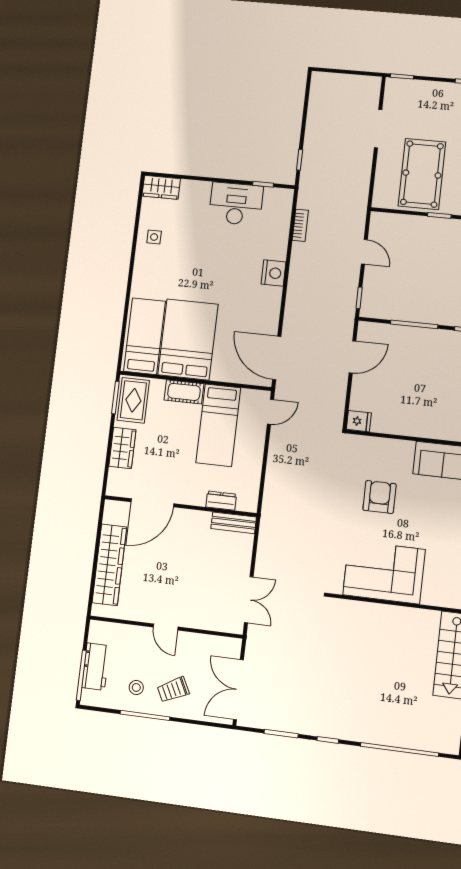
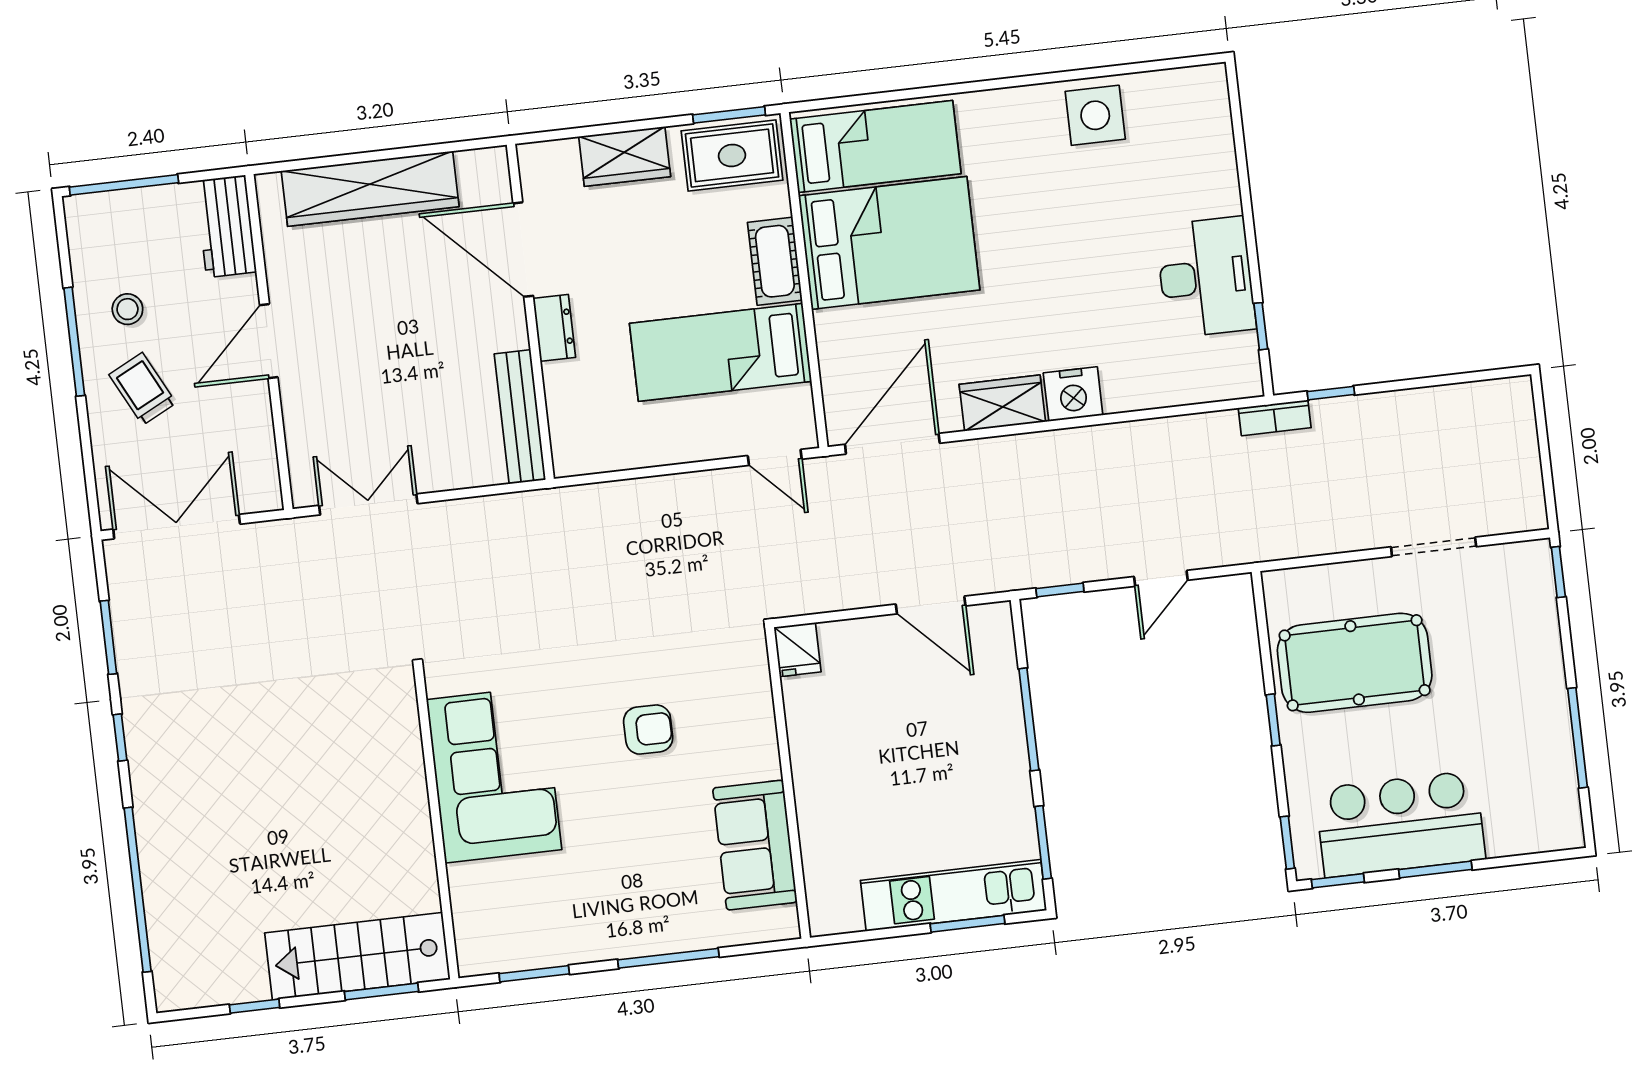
wardrobe: (161, 187) -> (1002, 403), moved, turned 90
bookcase: (300, 225) -> (1275, 418), moved
side table: (154, 237) -> (1095, 115), width x1.87, depth x1.87
armchair: (380, 497) -> (648, 730), width x0.72, depth x0.72
dresser: (221, 501) -> (554, 328), moved
bench: (234, 523) -> (520, 417), width x1.36
double door: (249, 600) -> (368, 504), swing flipped
door: (166, 627) -> (269, 341), width x1.38
workbench: (96, 667) -> (226, 226), moved, turned 90

